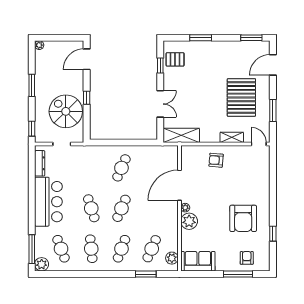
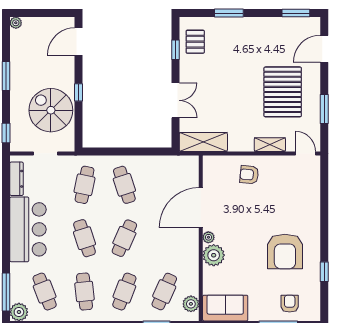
pallet: (175, 59) -> (195, 42), turned 90
cafe table: (91, 168) -> (84, 185), added
cafe table: (121, 168) -> (124, 185), turned -42

